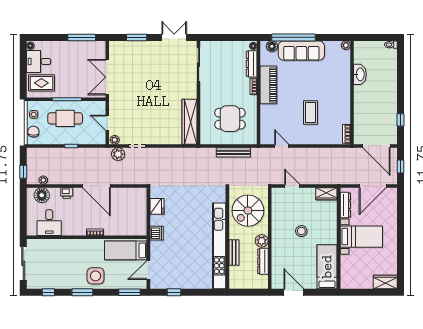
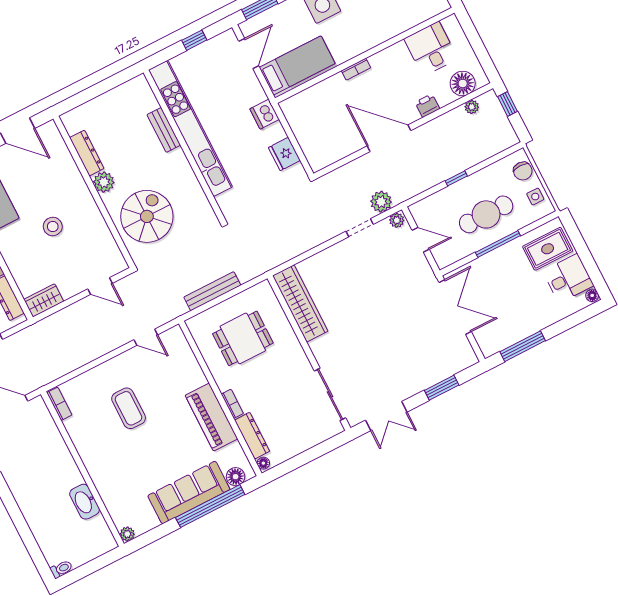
wall: (227, 238) -> (184, 146), moved
kitchen unit: (219, 246) -> (191, 128), moved
bench: (234, 252) -> (164, 130), moved

